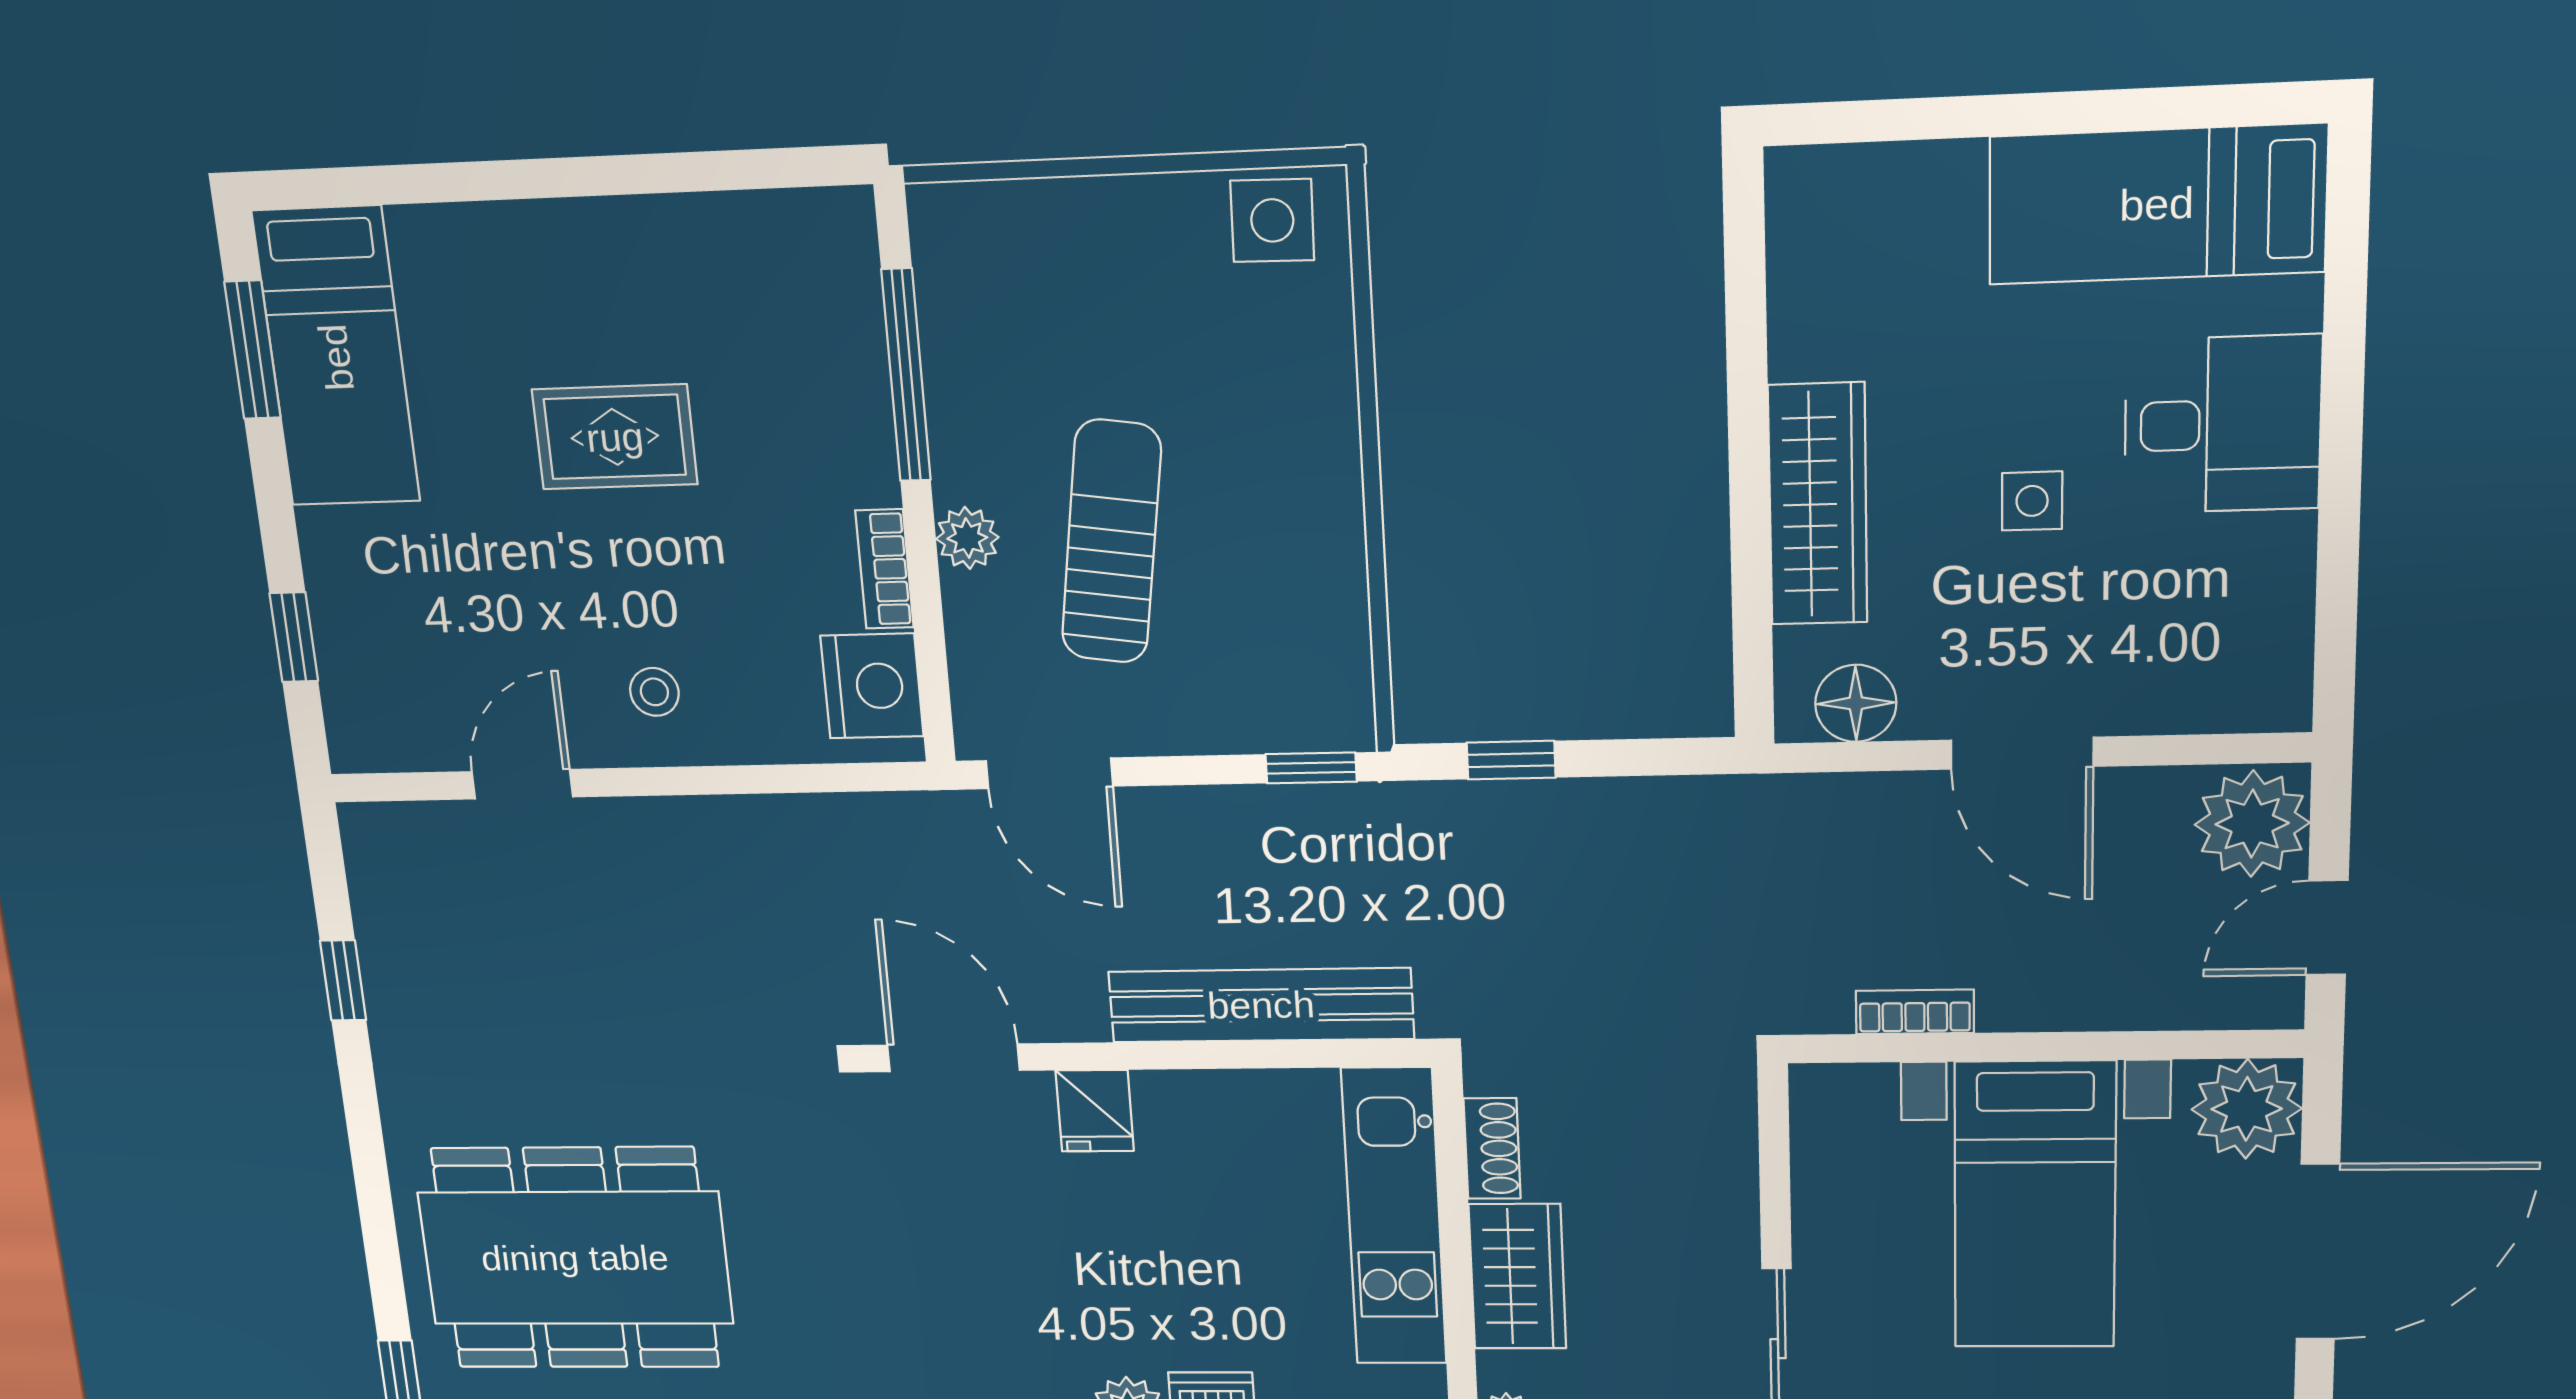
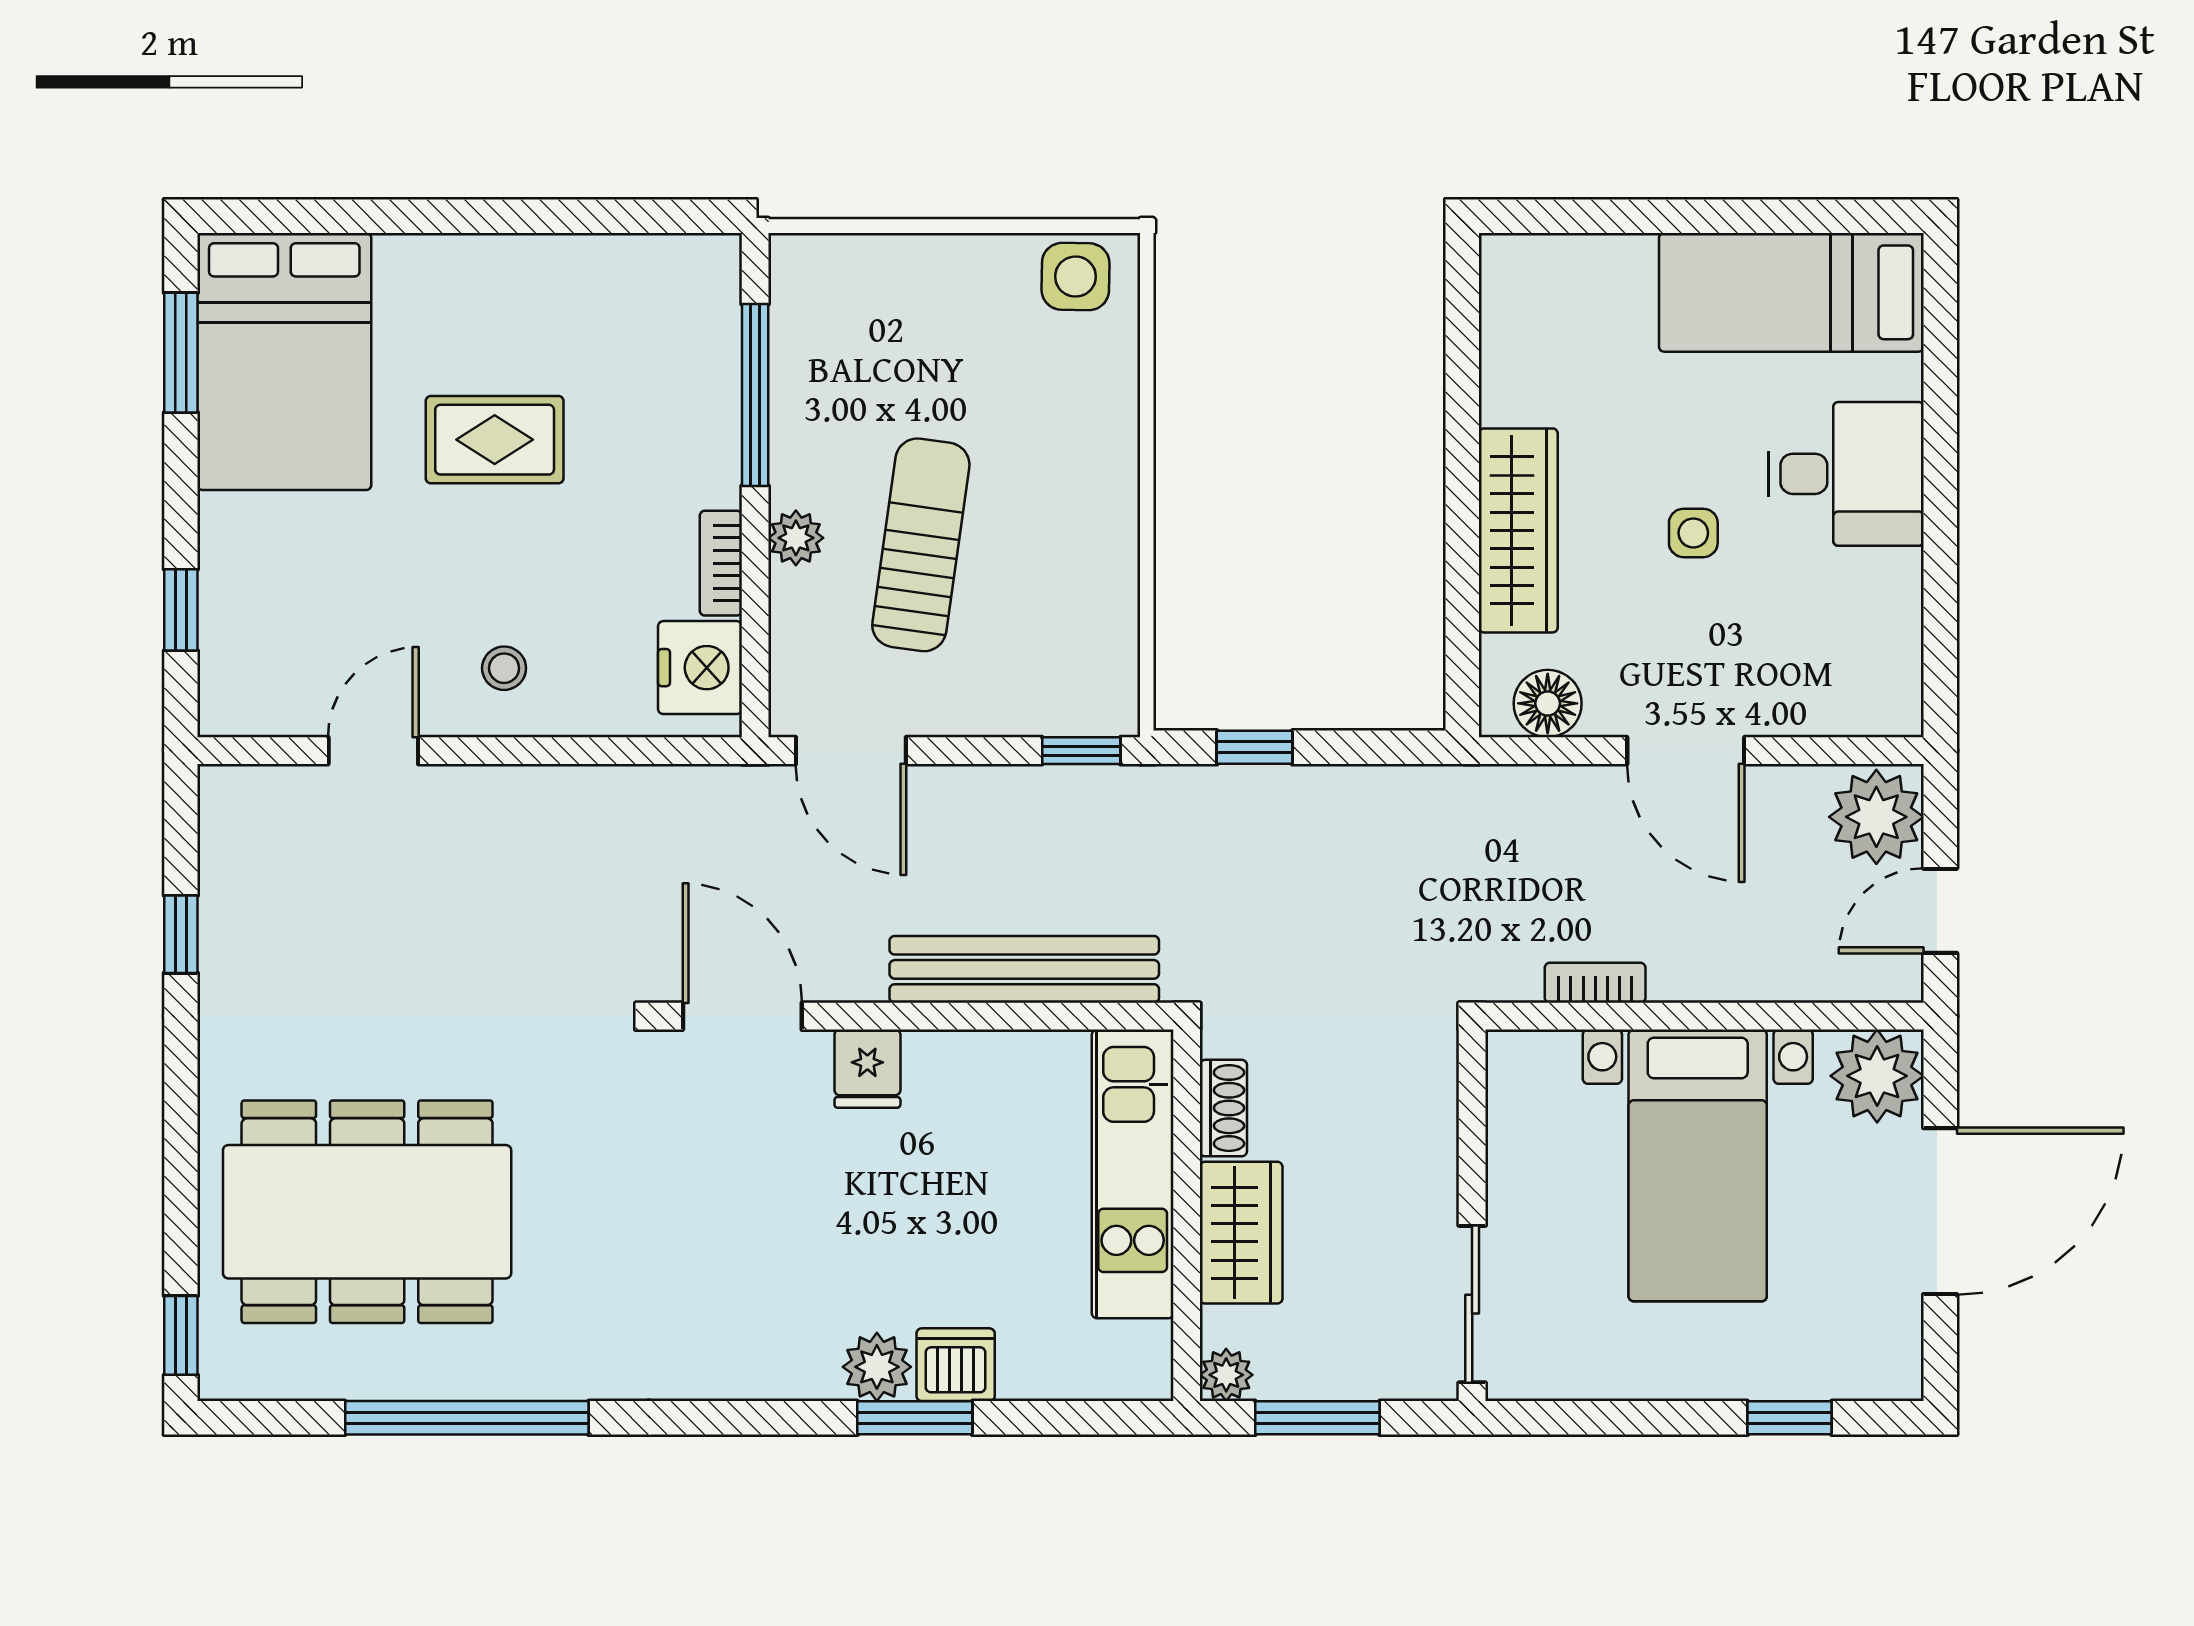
bed: (336, 357) -> (284, 361), width x1.50

